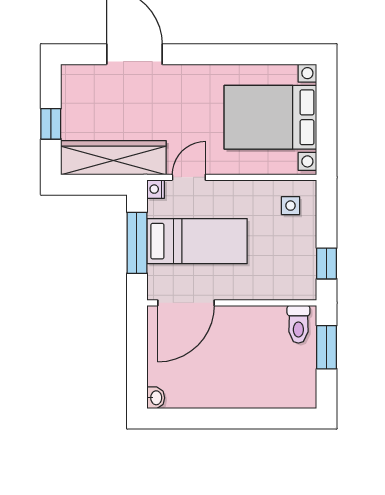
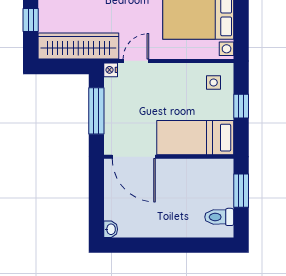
bed: (197, 241) -> (195, 138), moved, turned 180
window: (327, 263) -> (241, 106), moved
door: (186, 303) -> (134, 157), hinge flipped
toilet: (298, 324) -> (219, 217), moved, turned 90

